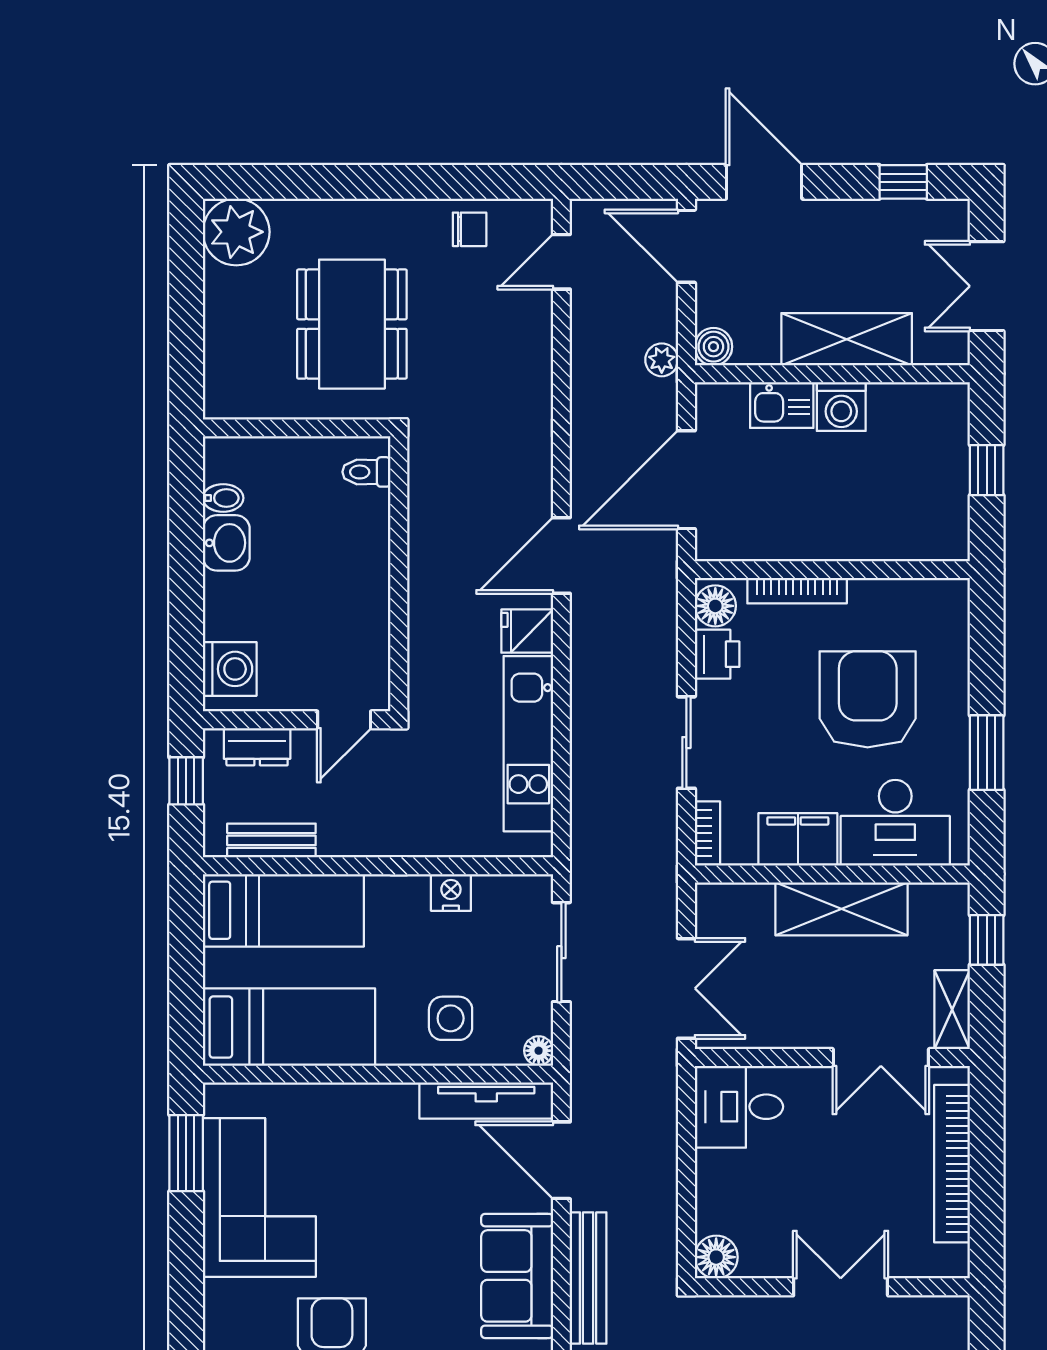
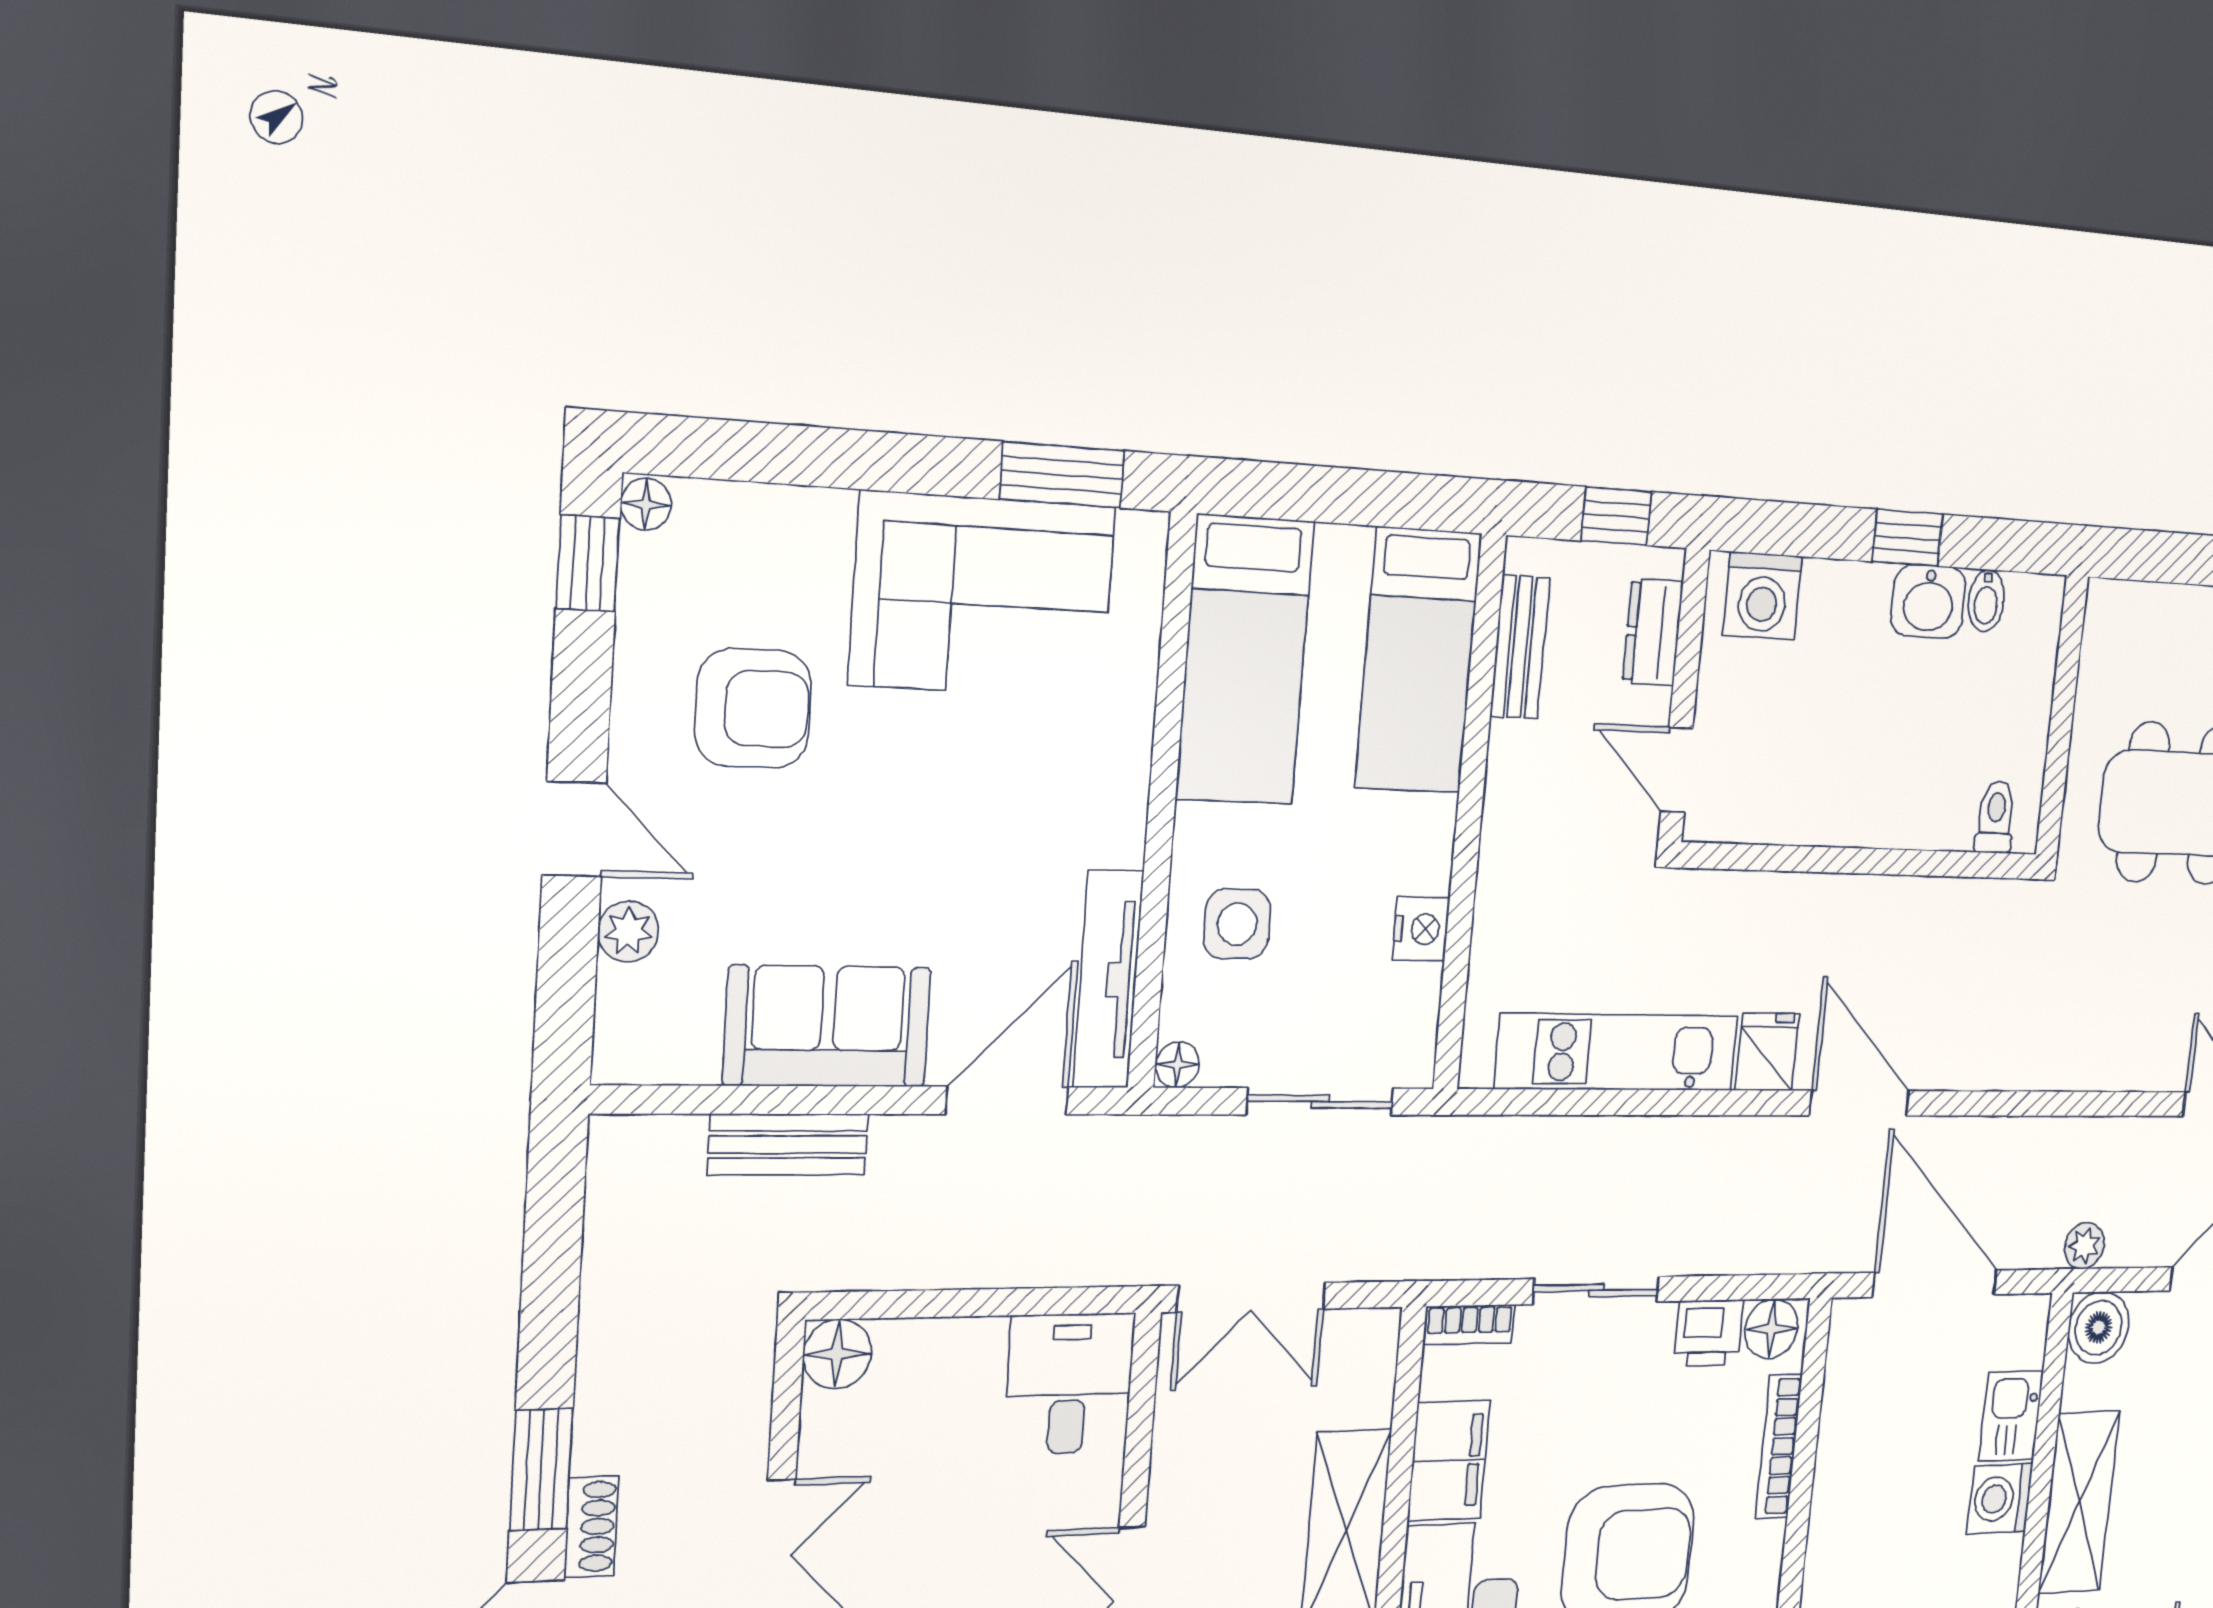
boiler: (713, 347) -> (2099, 1327), width x1.36, depth x1.36
window: (186, 564) -> (1908, 538), added
bench: (588, 1278) -> (788, 1144), width x0.73

